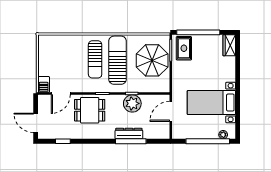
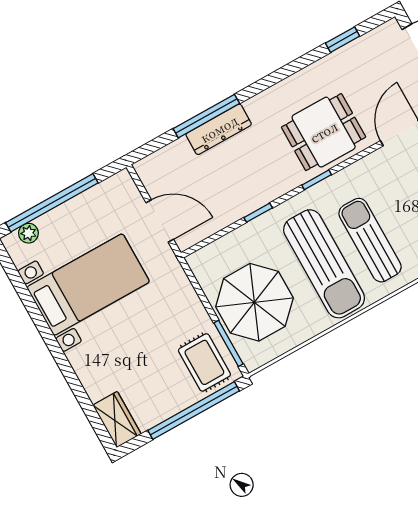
plant: (132, 103) -> (246, 194), removed
door: (171, 111) -> (160, 221), hinge flipped

